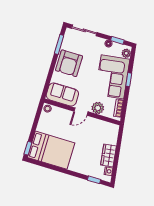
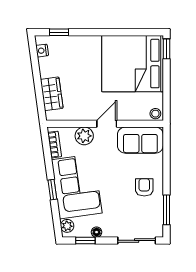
armchair: (69, 63) -> (144, 187), width x0.53, depth x0.53
bed: (51, 150) -> (133, 64), width x1.36
wardrobe: (108, 155) -> (52, 94), moved

